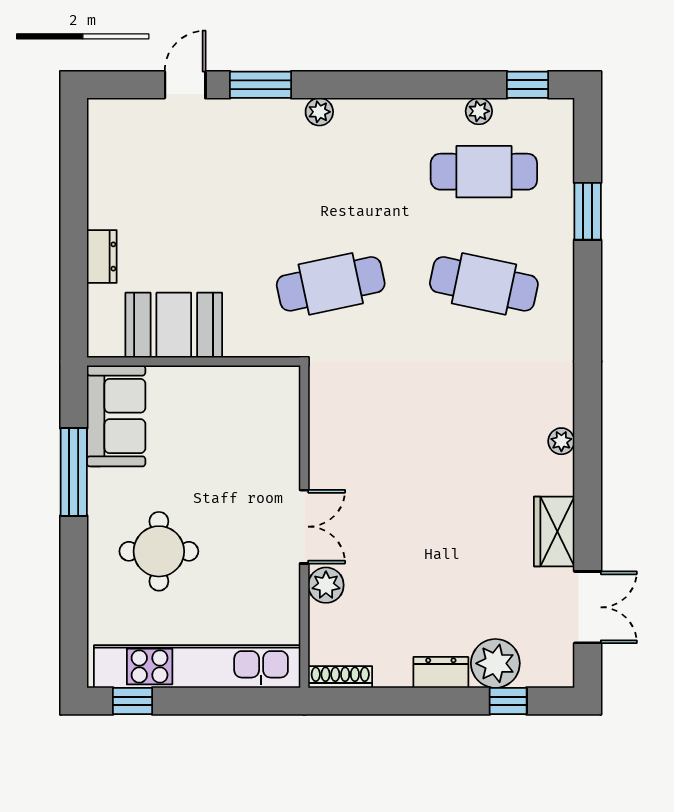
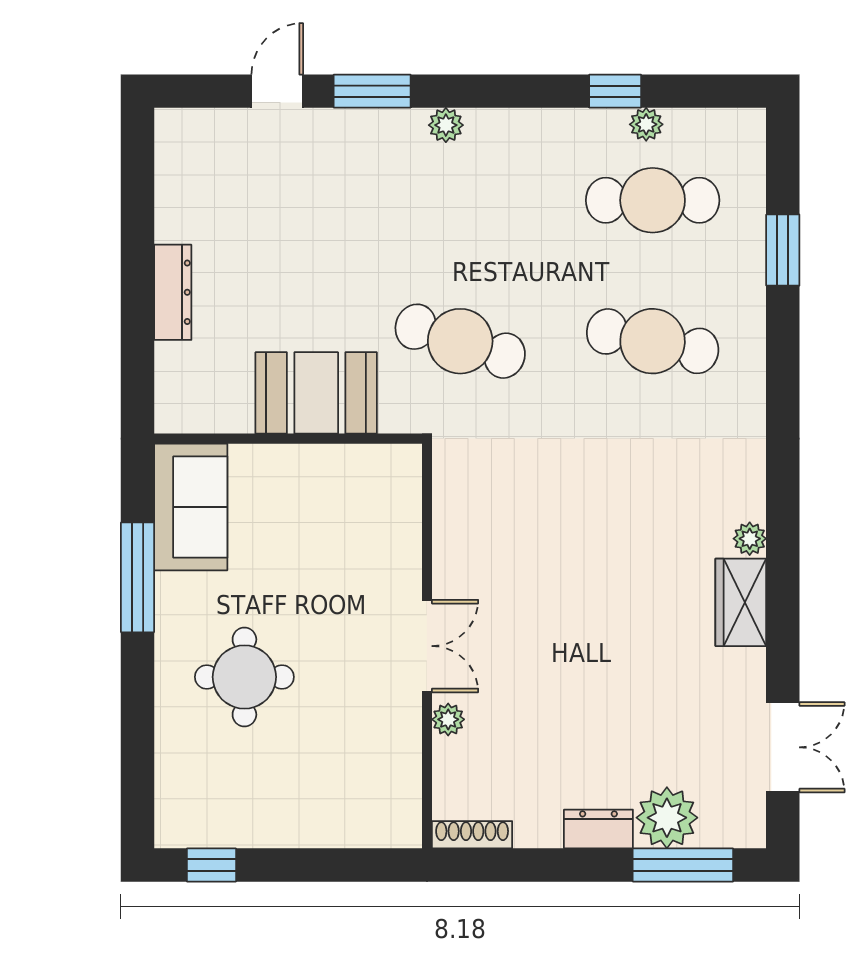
window: (528, 85) -> (615, 91), moved
dresser: (102, 256) -> (173, 292), width x1.44
cafe table: (331, 284) -> (460, 341), turned 30
booth: (174, 325) -> (316, 393), moved
wardrobe: (554, 531) -> (741, 602), moved
plant: (326, 585) -> (448, 719), width x0.73, depth x0.73
kitchen unit: (197, 666) -> (292, 822), removed
window: (508, 701) -> (683, 865), width x2.17

